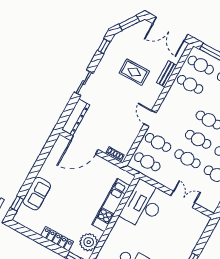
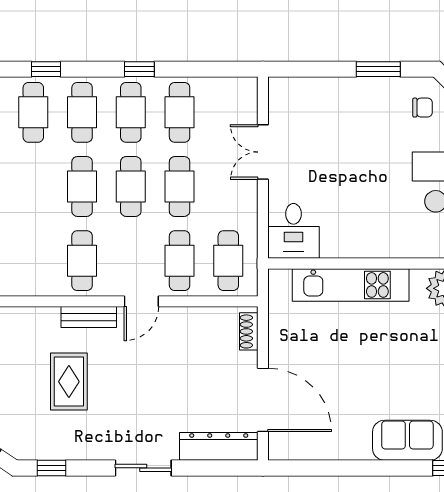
bench: (167, 74) -> (89, 317), moved
cafe table: (190, 84) -> (82, 261), moved
desk: (143, 205) -> (293, 231), width x0.53, depth x0.77

